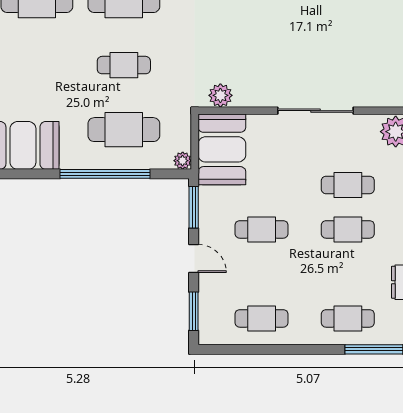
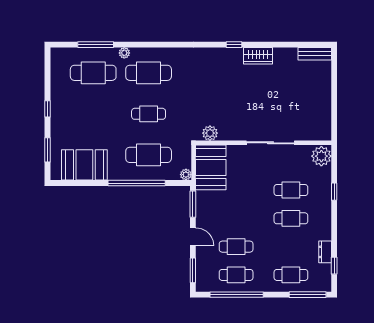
cafe table: (262, 229) -> (236, 247), moved
window: (262, 349) -> (237, 295), added

